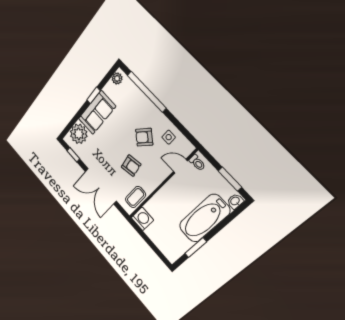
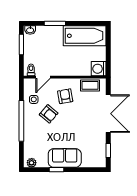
window: (147, 92) -> (21, 121), moved
plant: (79, 134) -> (91, 159), removed
armchair: (131, 166) -> (65, 96), moved
door: (180, 166) -> (43, 77), hinge flipped
bathtub: (204, 218) -> (85, 36), moved
window: (196, 248) -> (55, 23), moved

